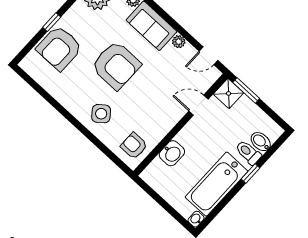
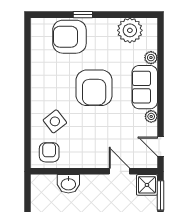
side table: (101, 114) -> (55, 121), moved

